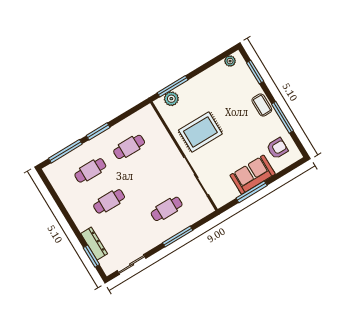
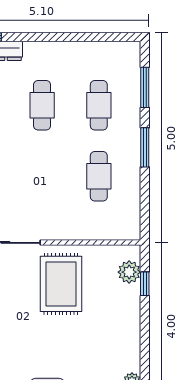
window: (173, 86) -> (145, 284), width x0.46
window: (65, 151) -> (145, 87), width x0.69

